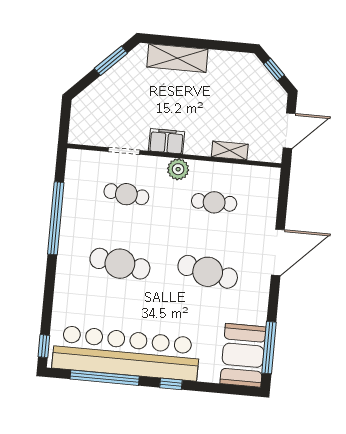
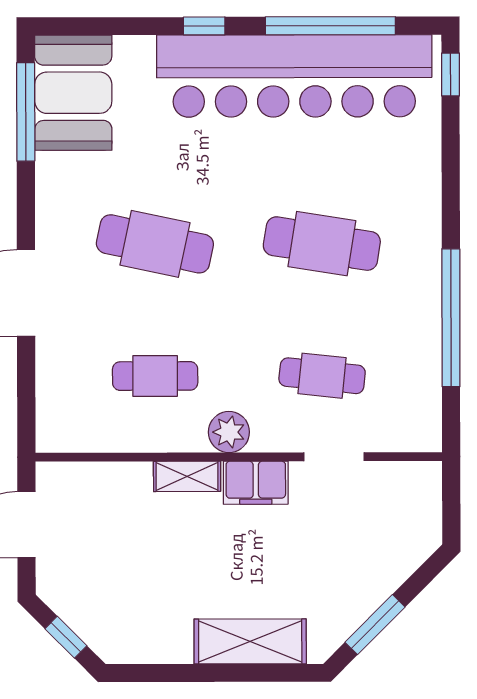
shelving: (230, 151) -> (187, 476), moved

